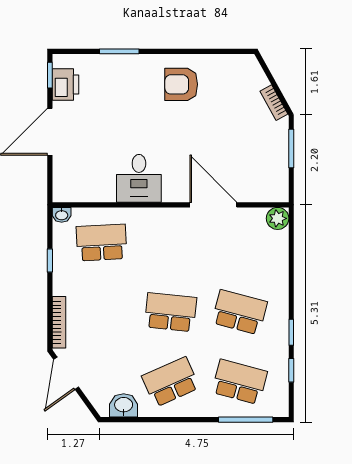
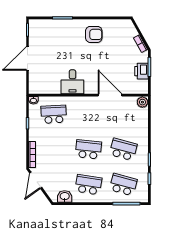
armchair: (181, 84) -> (94, 34), turned 180
printer: (65, 85) -> (141, 71), moved, turned 180
school desk: (171, 382) -> (88, 185), turned 33

